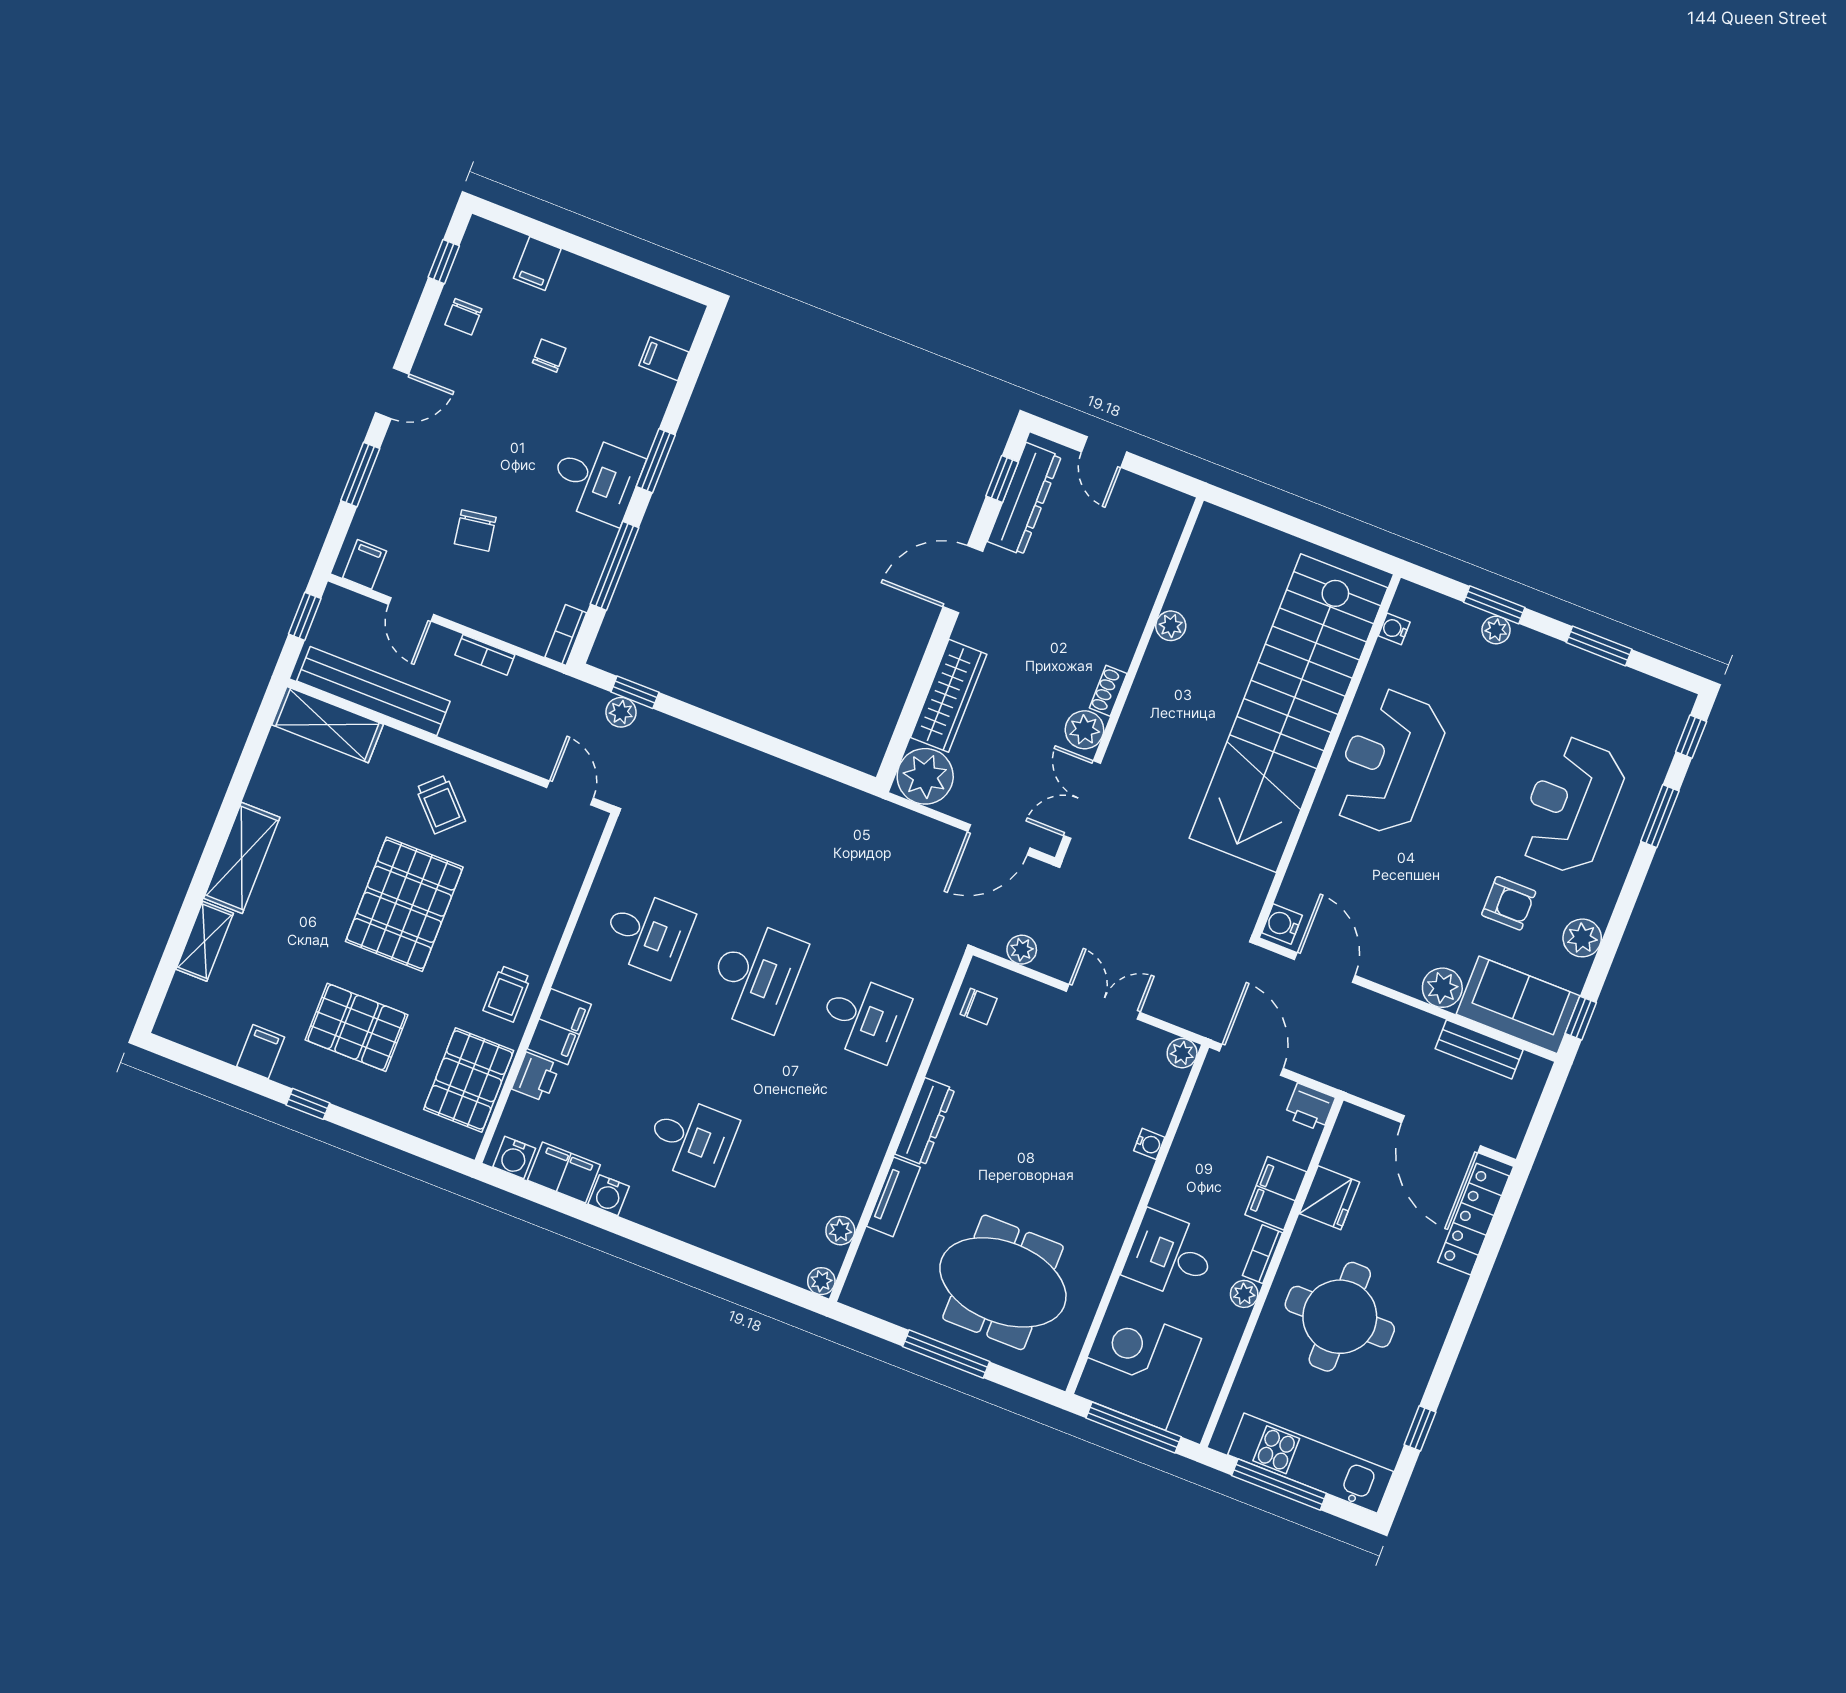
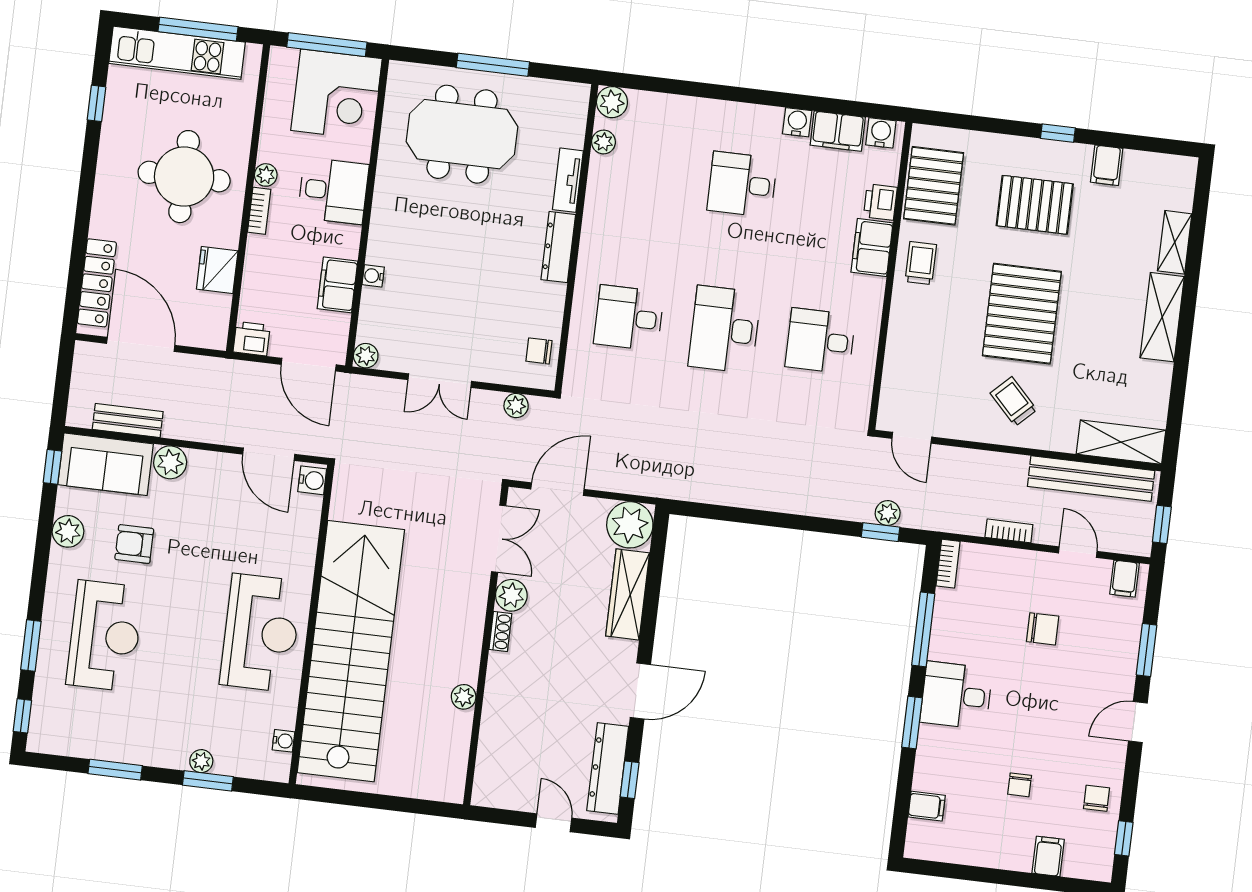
chair: (475, 530) -> (1043, 629), turned 99
filing cabinet: (1276, 1193) -> (337, 285), moved, turned 180
plant: (821, 1281) -> (612, 102), width x1.38, depth x1.38

